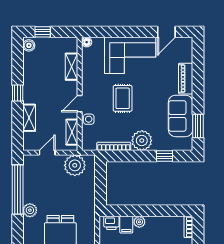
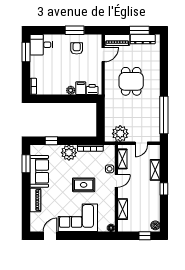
rug: (123, 98) -> (84, 185), turned 90
plant: (30, 210) -> (155, 99), removed

